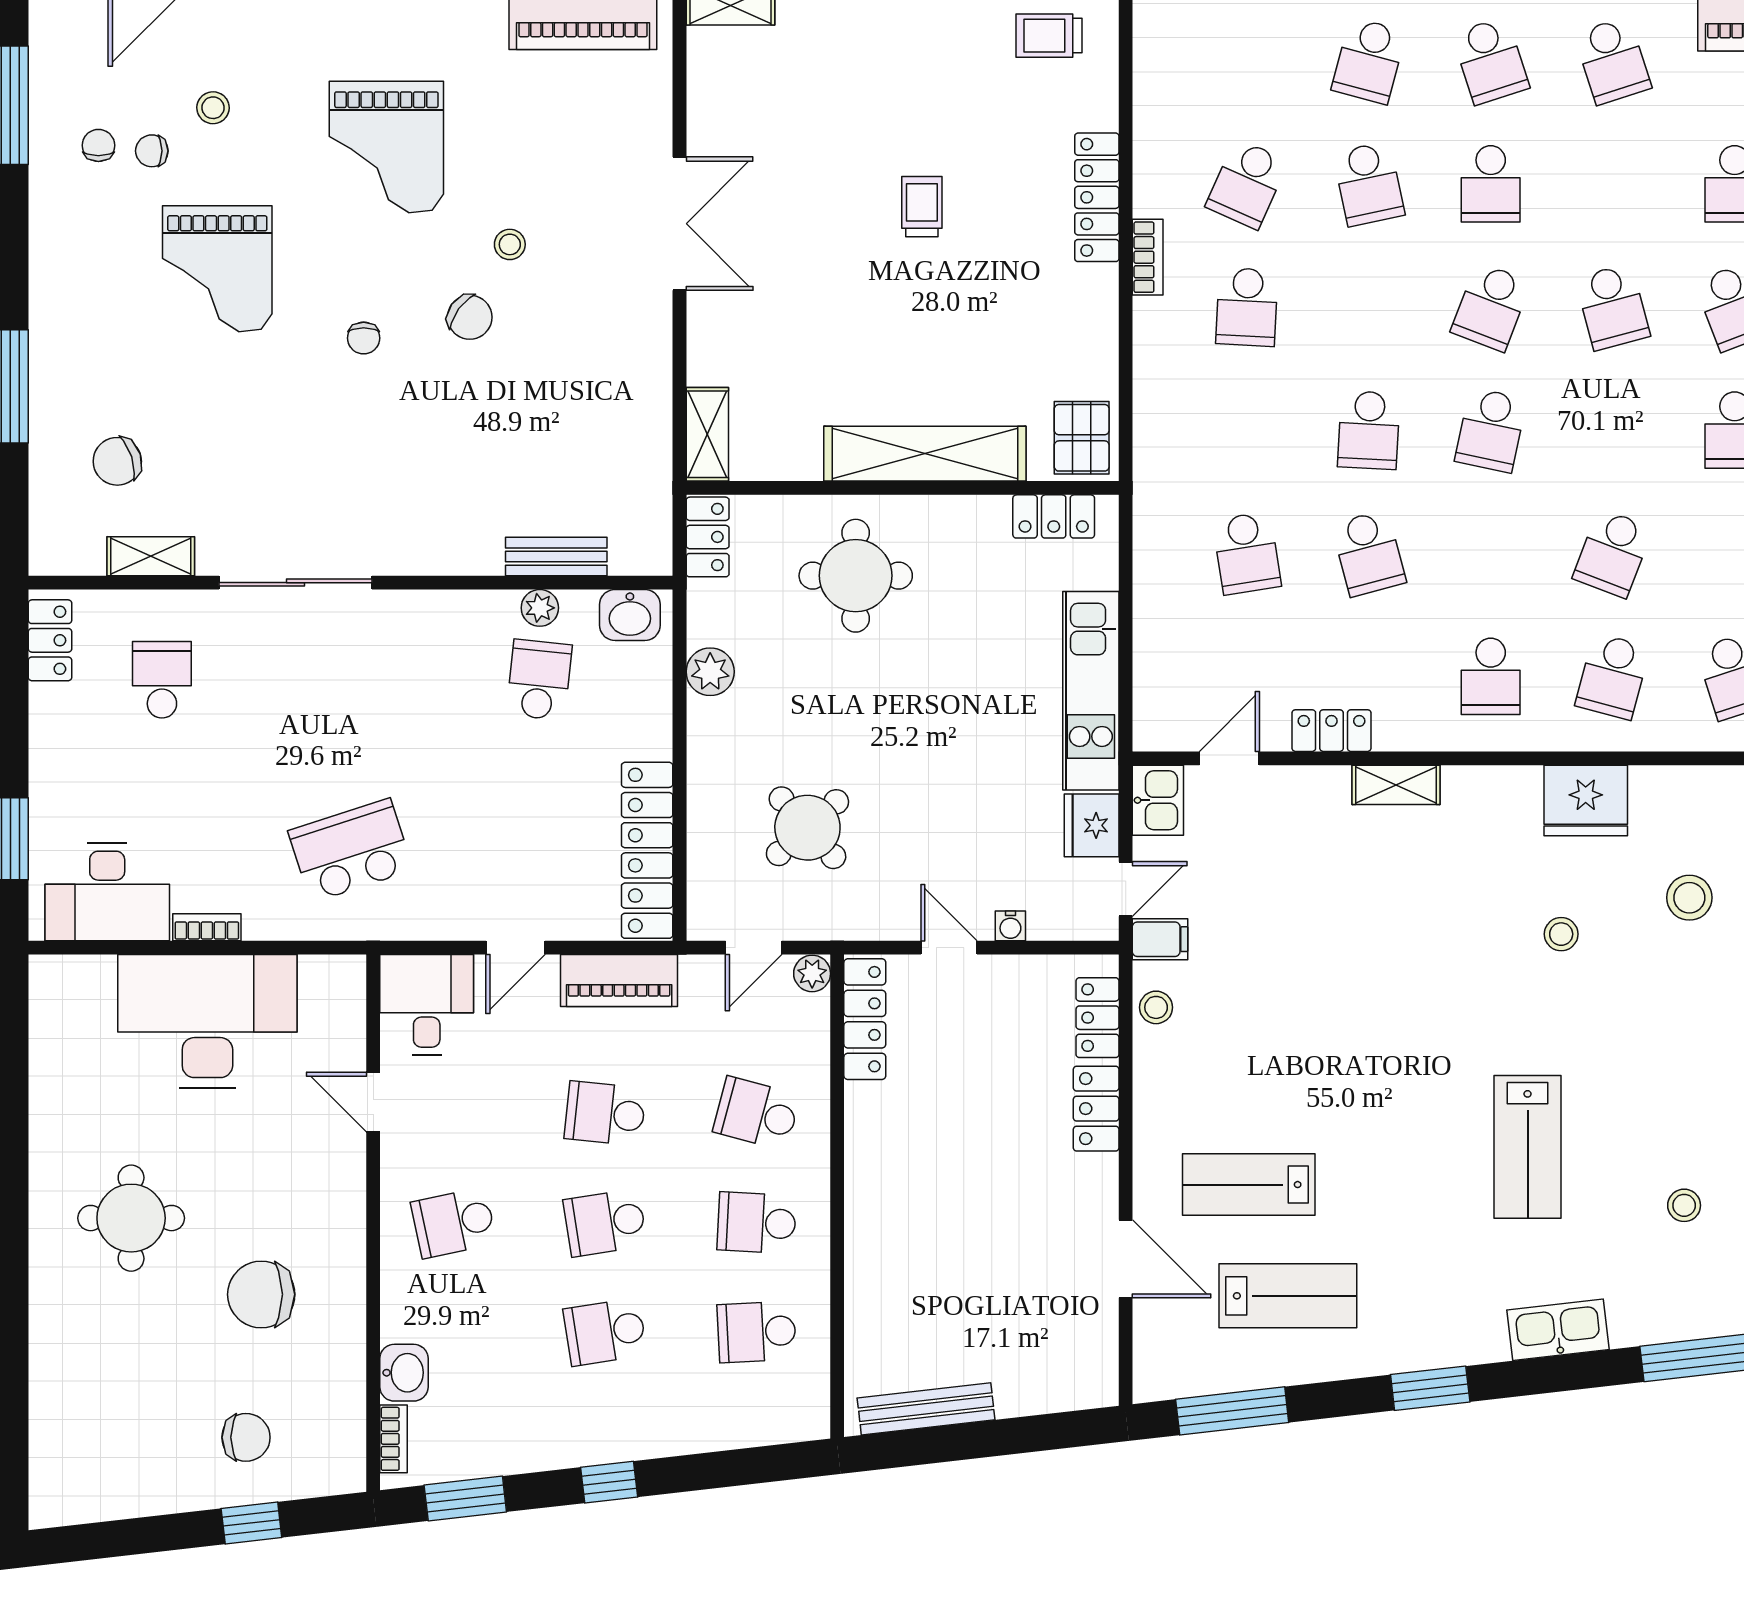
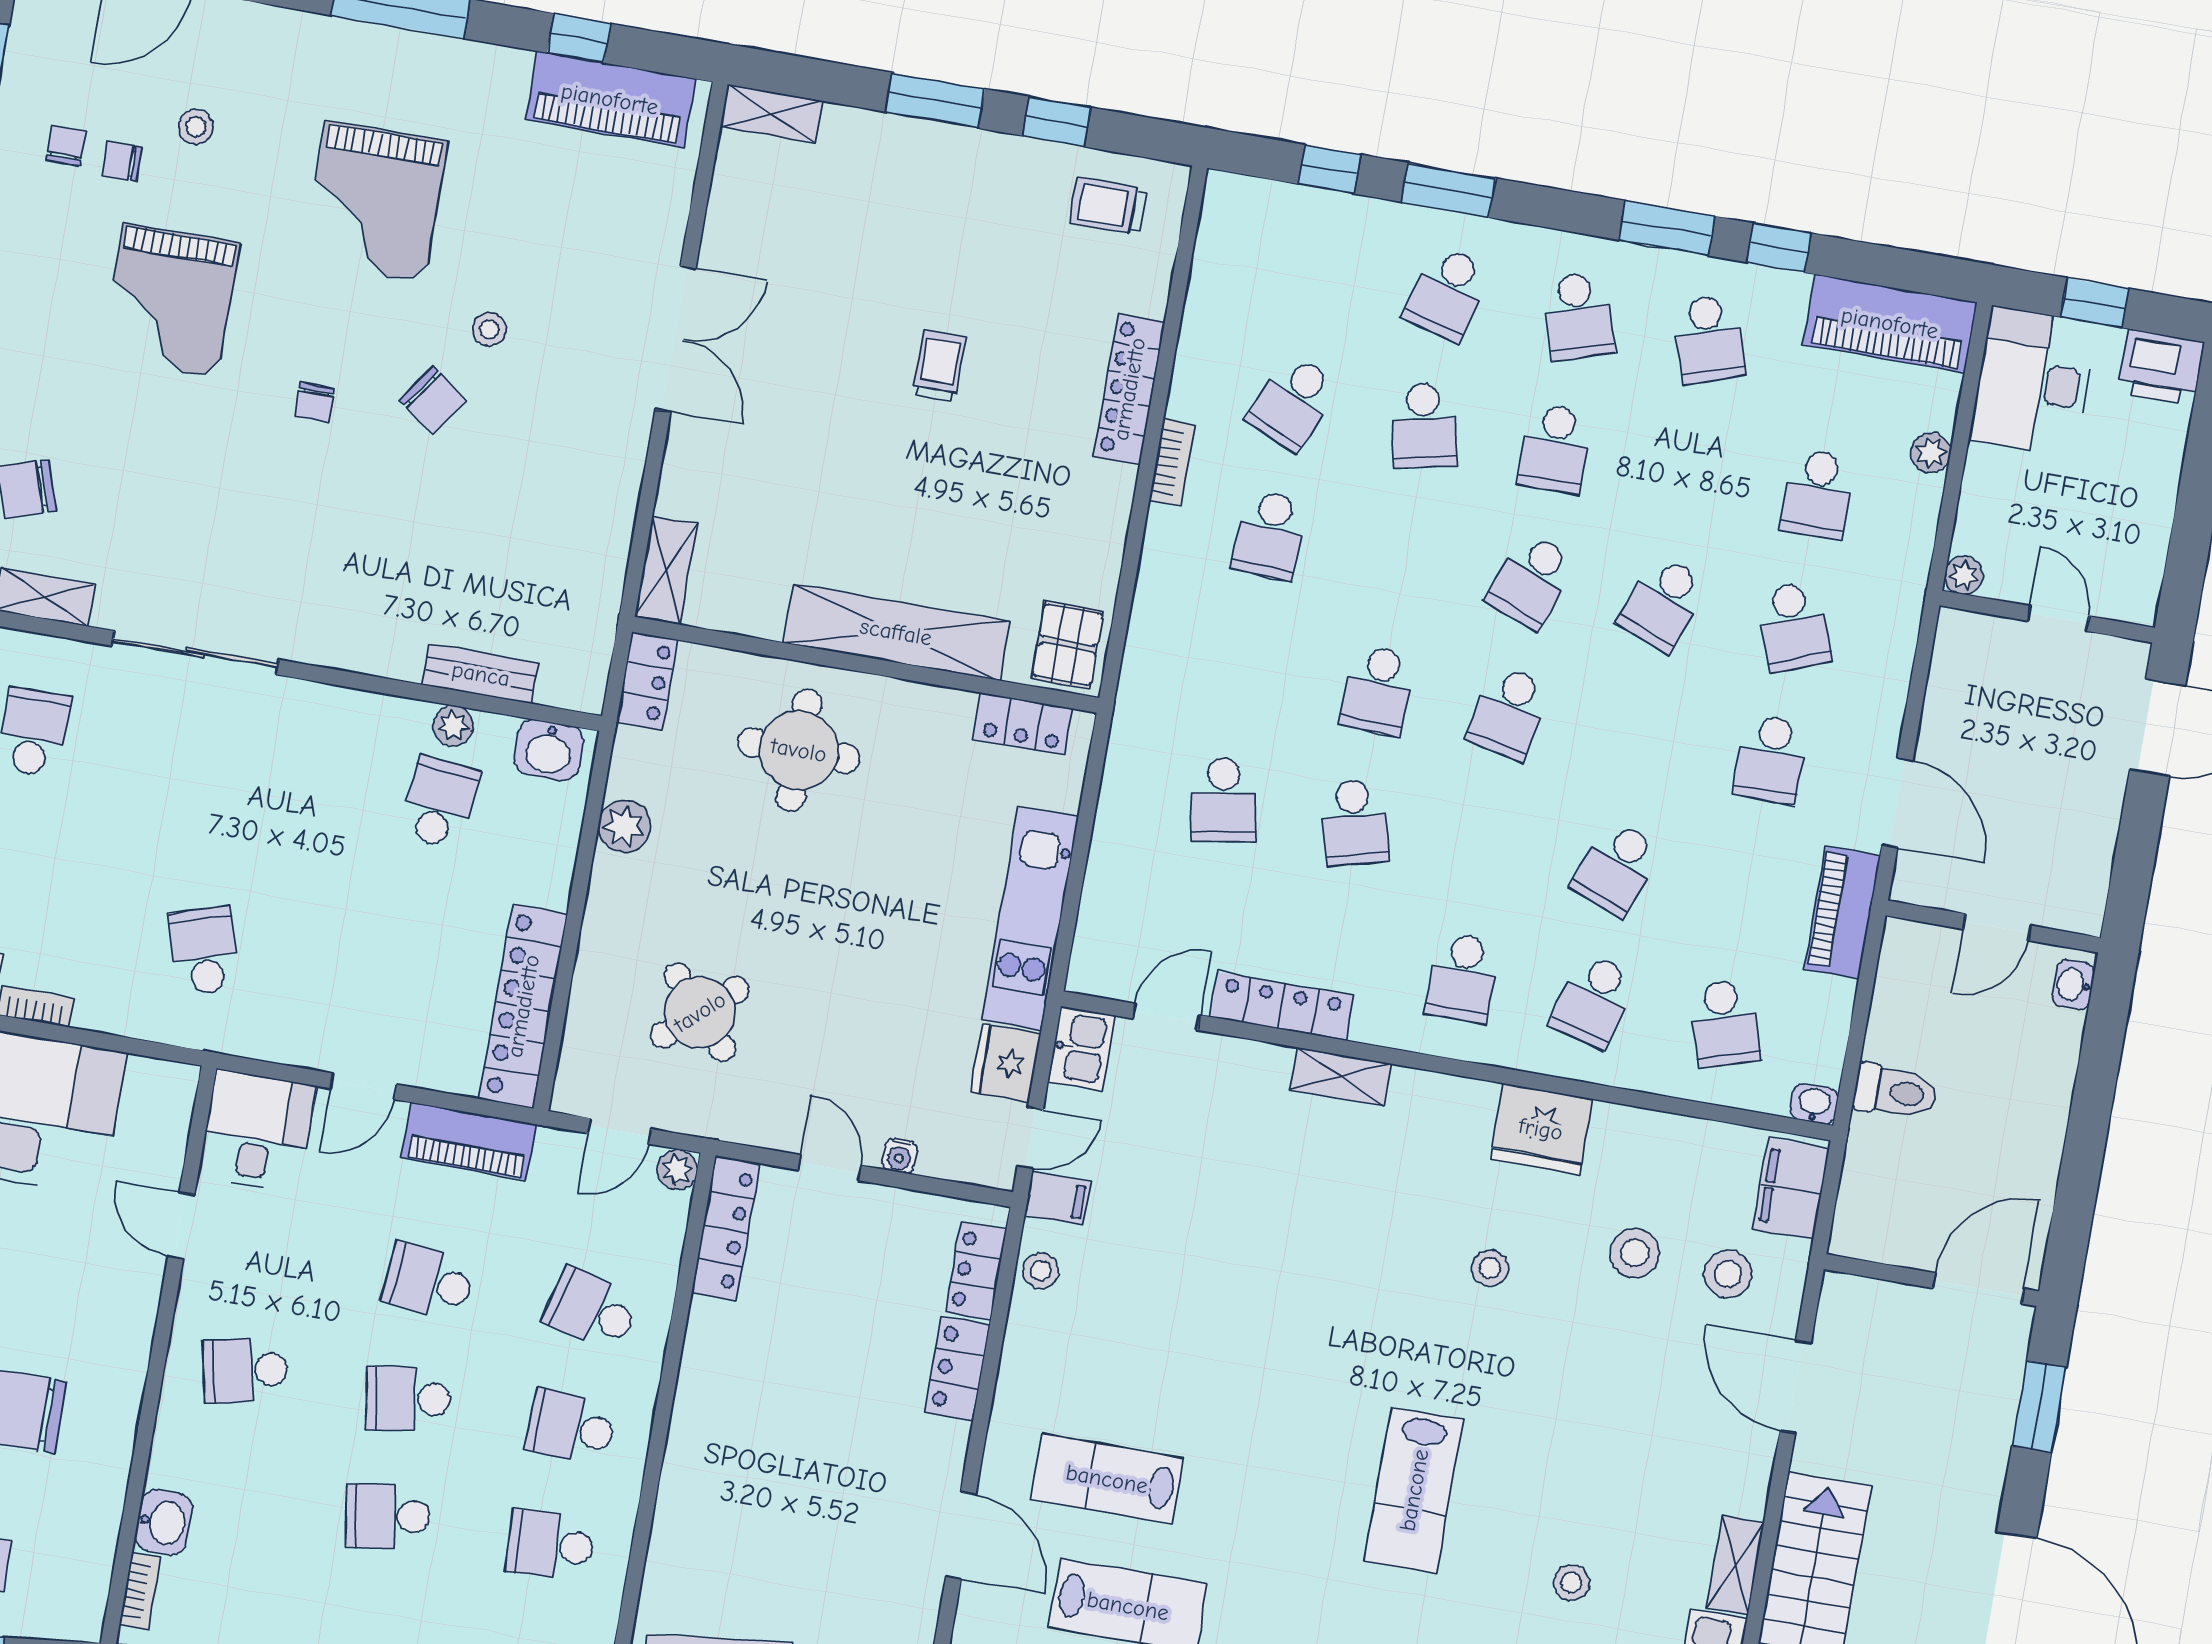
school desk: (1613, 307) -> (1663, 604), turned 36
locker: (1332, 731) -> (1281, 1006), width x1.53
school desk: (351, 850) -> (204, 951), width x0.54

